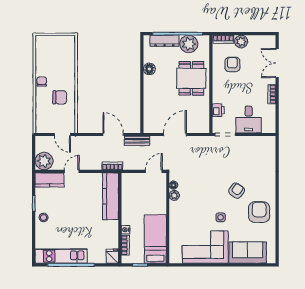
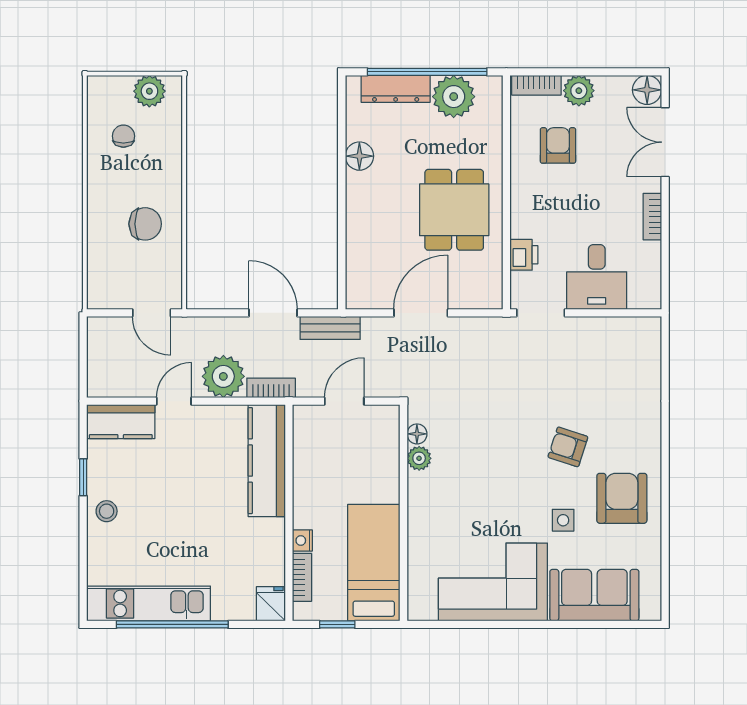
floor lamp: (270, 41) -> (647, 90), added
plant: (61, 42) -> (149, 91), added
dining table: (191, 78) -> (454, 210), moved
chair: (42, 82) -> (123, 136), moved
plant: (44, 161) -> (223, 376), moved
door: (154, 171) -> (344, 401), moved
armchair: (237, 191) -> (568, 447), turned -107
side table: (221, 217) -> (563, 520), moved

